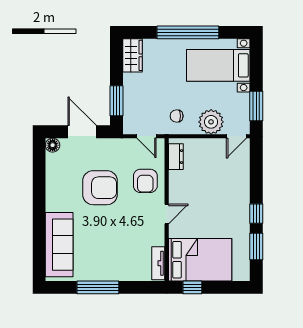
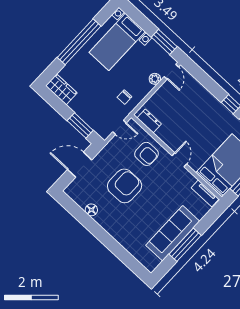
plant: (211, 122) -> (155, 79), width x0.53, depth x0.53
floor lamp: (53, 145) -> (91, 210), moved
sofa: (59, 245) -> (173, 233), moved, turned -90

